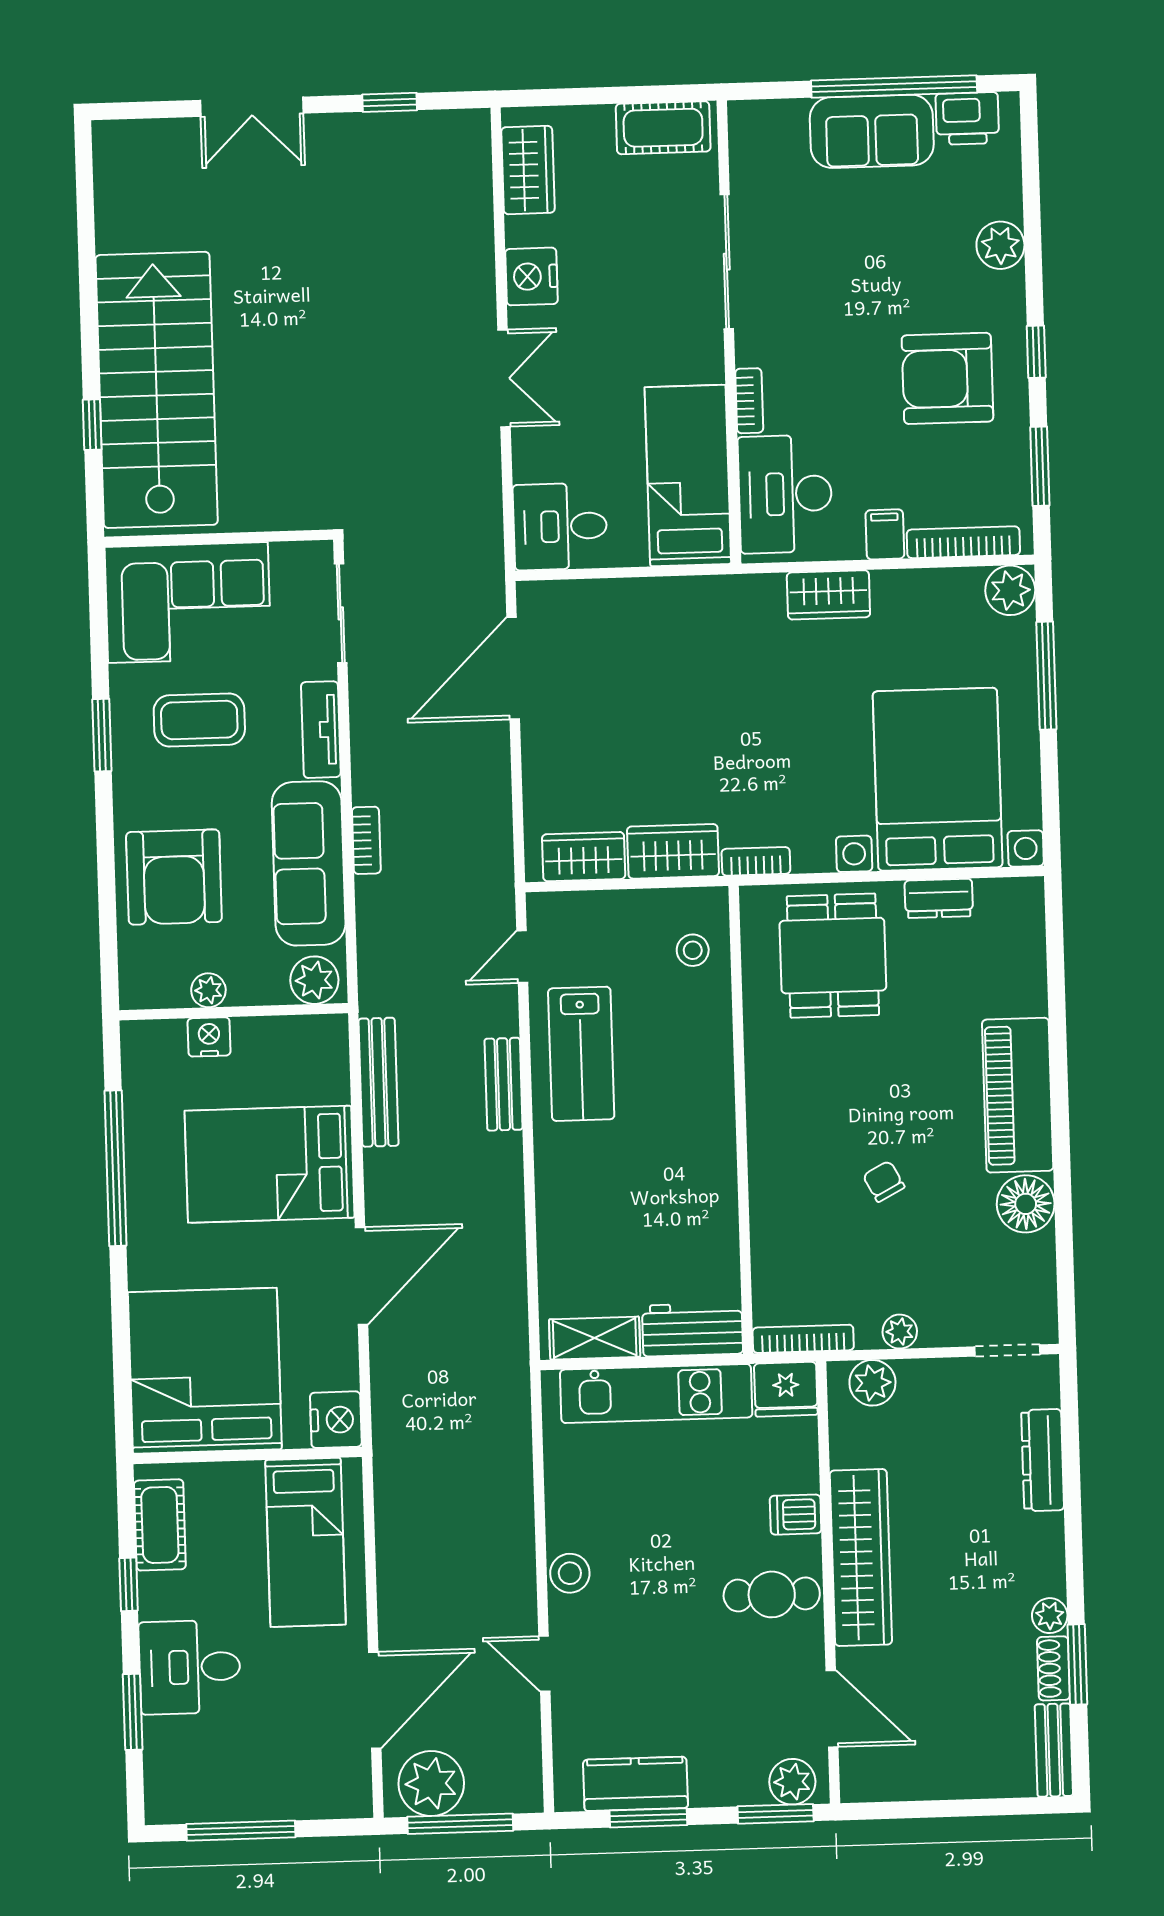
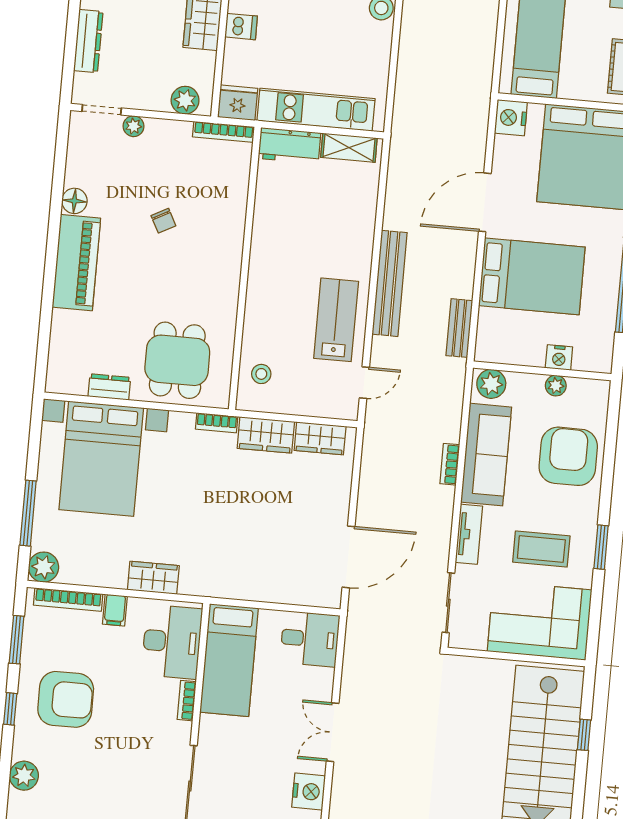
bench: (378, 1082) -> (459, 328), width x0.73
bench: (504, 1084) -> (390, 283), width x1.86, depth x1.21
floor lamp: (1026, 1204) -> (74, 201), width x0.73, depth x0.73
plant: (900, 1332) -> (134, 126), moved

